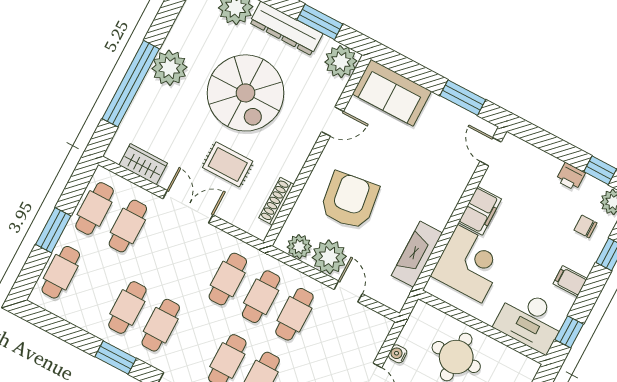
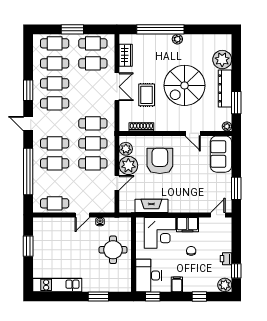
plant: (341, 62) -> (227, 126), width x0.53, depth x0.53
plant: (169, 68) -> (177, 39), width x0.53, depth x0.53
armchair: (349, 201) -> (160, 161), turned -82
chair: (585, 226) -> (191, 251), moved
cafe table: (94, 290) -> (55, 63), added

